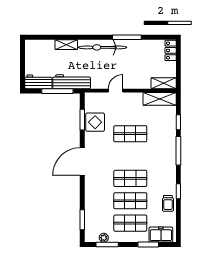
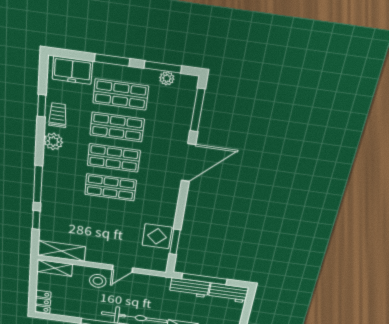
stool: (132, 77) -> (98, 281), added
workbench: (72, 82) -> (189, 288), width x0.73
shop shelf: (130, 134) -> (110, 187), moved
door: (82, 162) -> (188, 163), moved
plant: (170, 184) -> (53, 141), added
window: (178, 191) -> (42, 106), moved
window: (82, 220) -> (197, 110), width x1.44
window: (148, 245) -> (112, 60), moved

